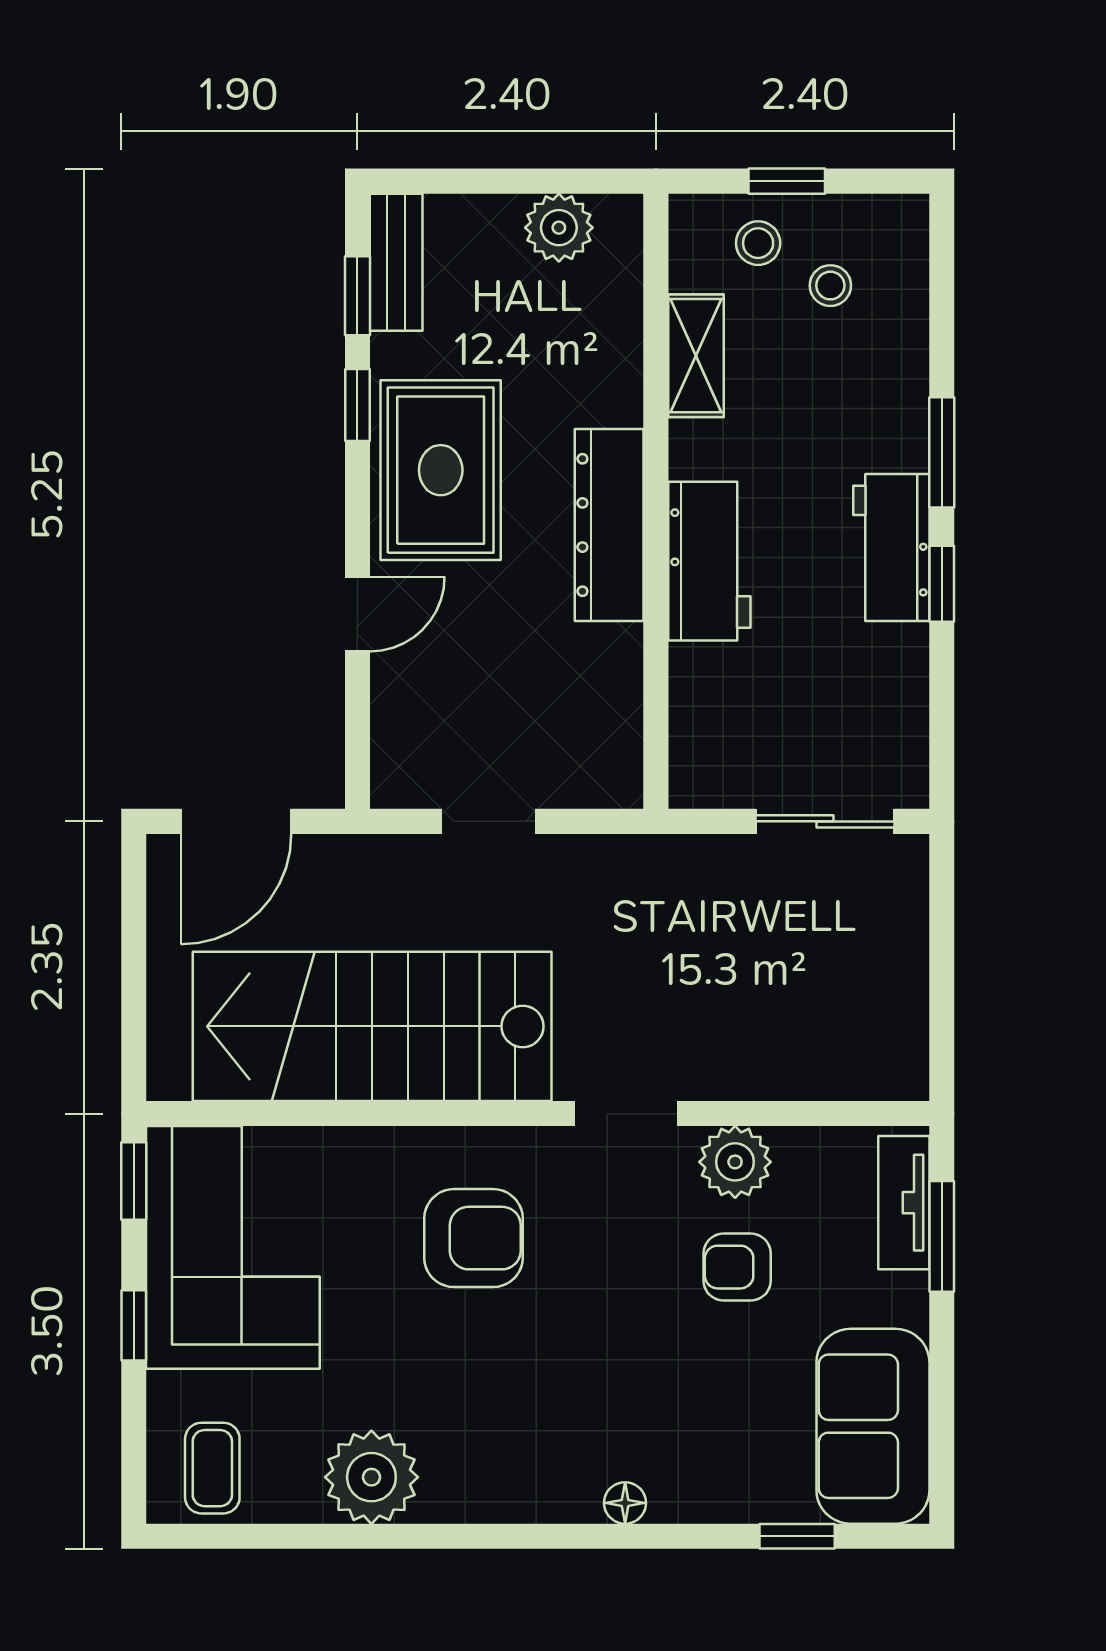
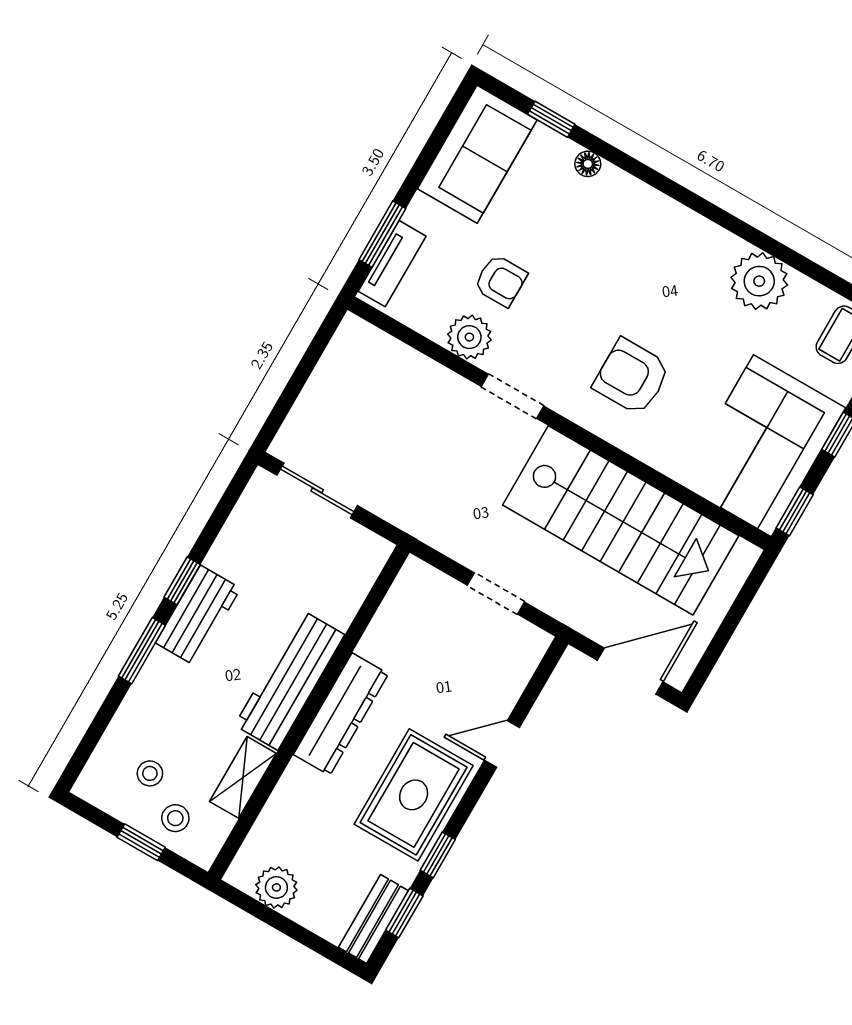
workbench: (709, 561) -> (290, 680), width x1.37
floor lamp: (625, 1503) -> (588, 164), moved

